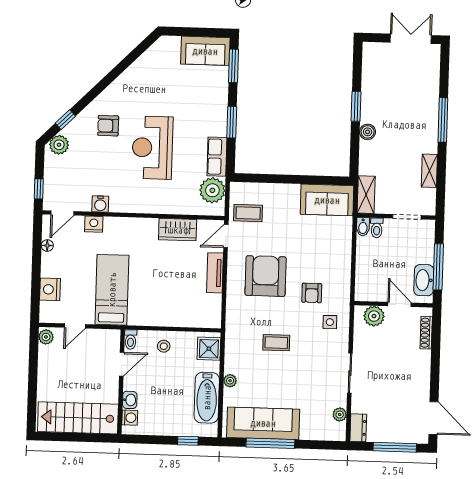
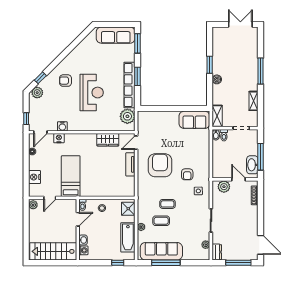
sofa: (205, 51) -> (116, 35), width x1.36
reception desk: (152, 148) -> (92, 93), turned 180
row of seats: (217, 157) -> (129, 85), width x2.02
coffee table: (248, 213) -> (161, 221), moved

